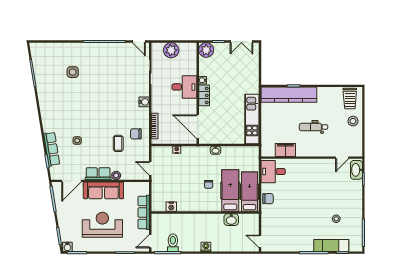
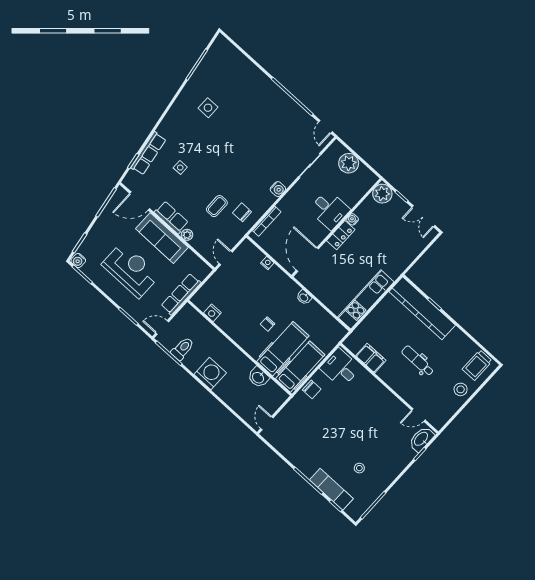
side table: (73, 72) -> (208, 108), moved
washing machine: (206, 247) -> (210, 374), width x1.89, depth x1.89

